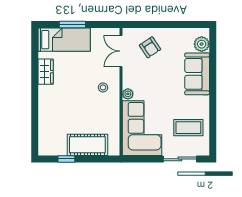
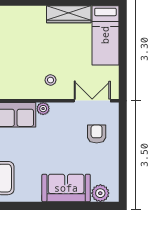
window: (72, 25) -> (123, 45), removed
armchair: (150, 47) -> (97, 134), turned 124
wardrobe: (46, 72) -> (69, 14), width x1.50

